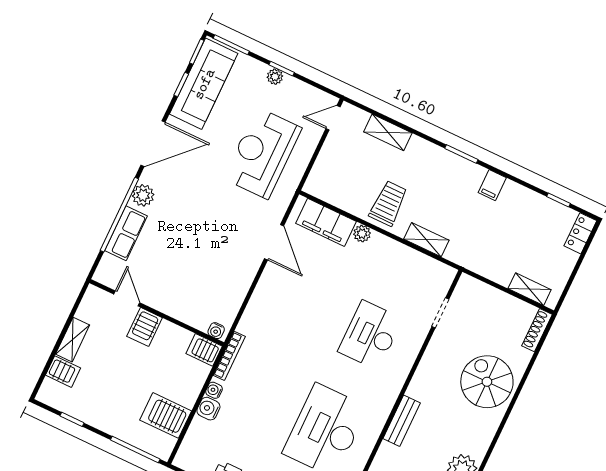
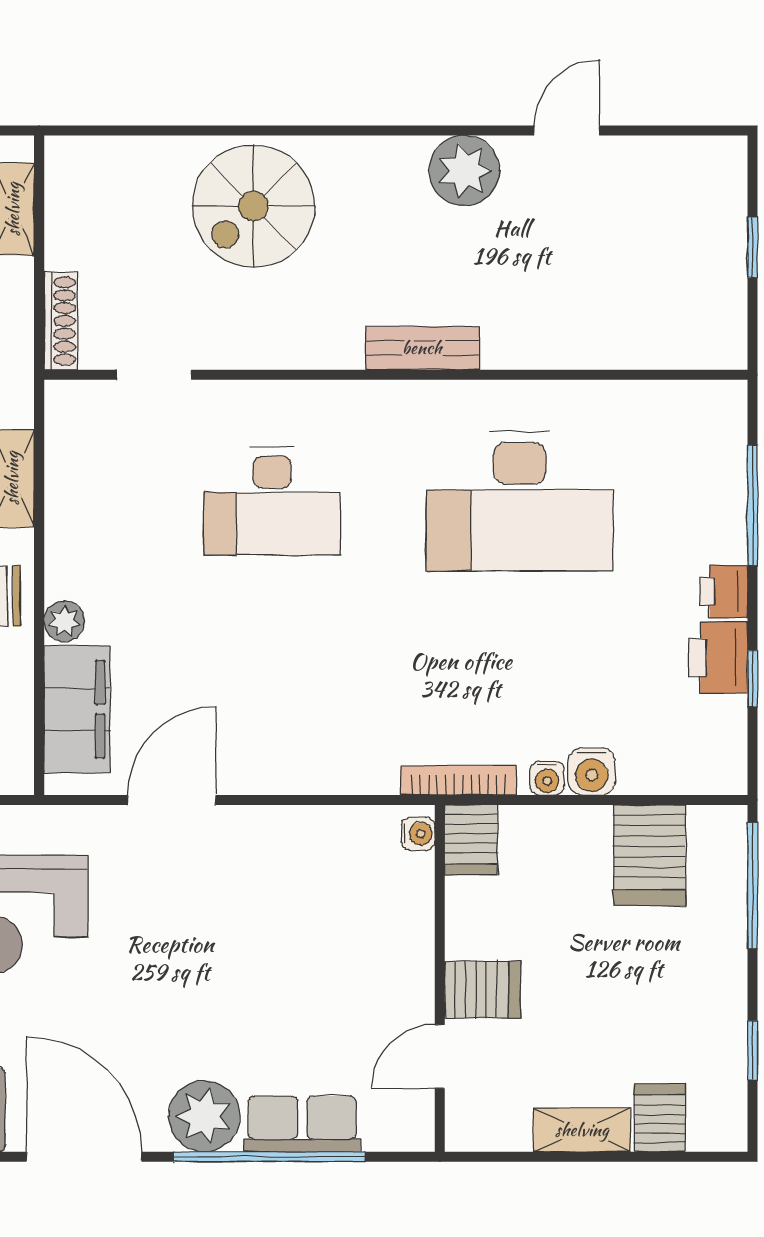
plant: (143, 195) -> (204, 1116), width x1.36, depth x1.36
shoe rack: (537, 330) -> (61, 321), moved, turned -90

